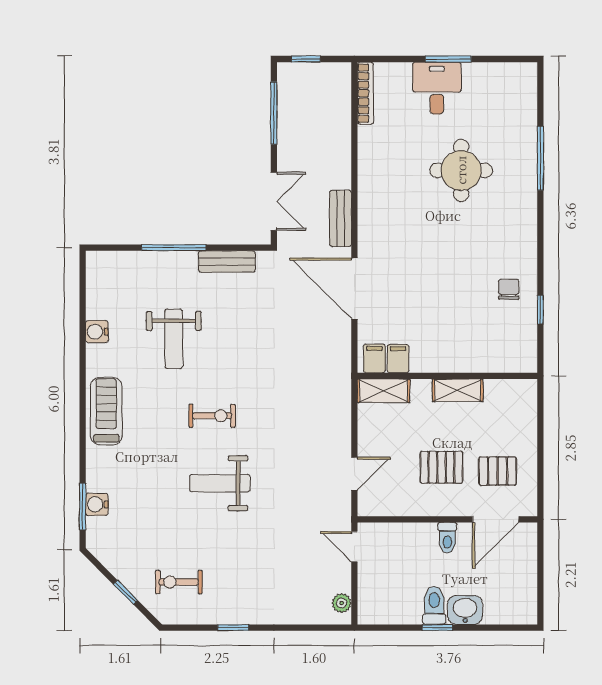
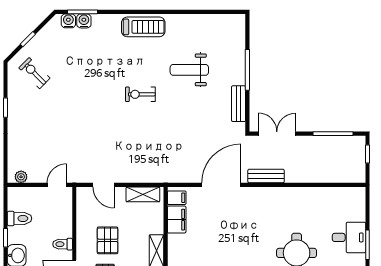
bookcase: (365, 93) -> (346, 192), removed
double door: (274, 201) -> (277, 134), swing flipped
water cooler: (97, 332) -> (68, 21), moved
filing cabinet: (398, 359) -> (177, 220), width x2.00
shelving: (384, 391) -> (143, 194), moved, turned 90
exercise bike: (212, 416) -> (140, 94), turned 90
weight bench: (220, 483) -> (97, 99), removed
exercise bike: (179, 582) -> (34, 73), turned -45
toilet: (434, 605) -> (19, 218), moved

